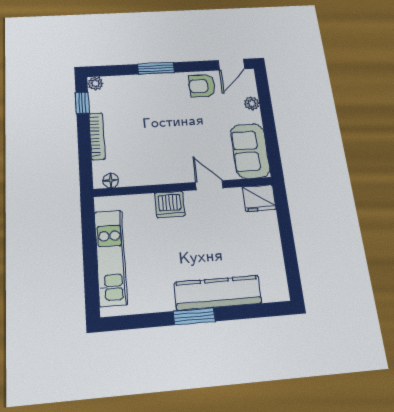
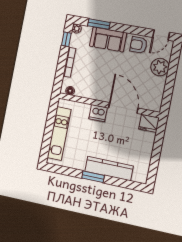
window: (156, 68) -> (99, 24), moved
plant: (252, 103) -> (160, 67), width x1.87, depth x1.87
sofa: (250, 151) -> (108, 39), moved, turned -90
door: (209, 185) -> (123, 108), width x1.88

